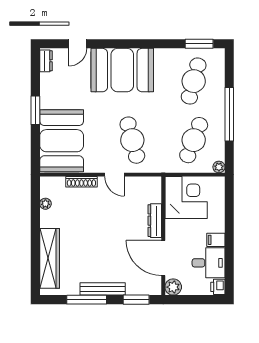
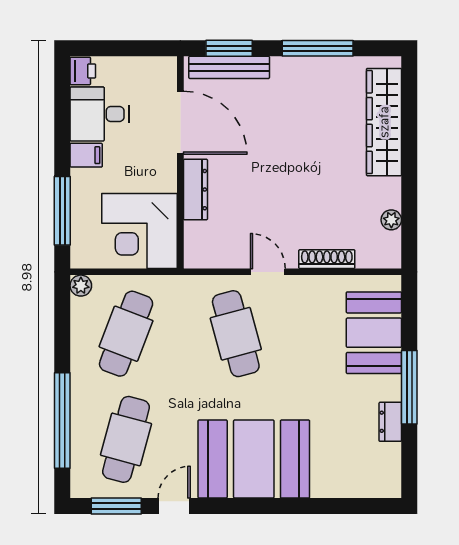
door: (78, 44) -> (174, 506), moved
dresser: (46, 61) -> (390, 422), moved
window: (35, 110) -> (409, 387), width x1.44
window: (229, 114) -> (62, 421), moved
booth: (62, 141) -> (374, 333), width x0.73, depth x0.70
window: (229, 209) -> (62, 211), added
plant: (173, 287) -> (163, 71), removed
bench: (103, 289) -> (229, 67), moved

